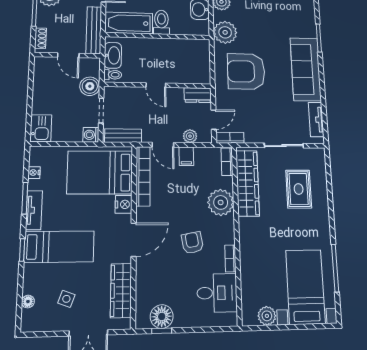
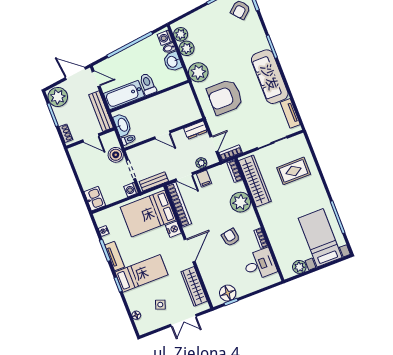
rug: (299, 189) -> (294, 171), turned 90

